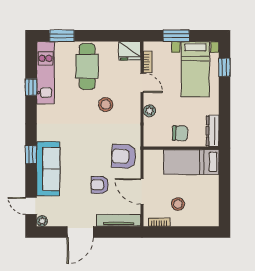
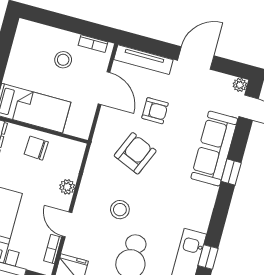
armchair: (124, 156) -> (135, 153), moved, turned -70

